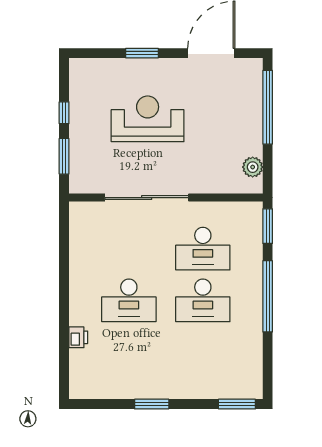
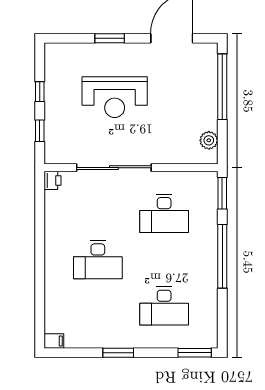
reception desk: (148, 119) -> (115, 97), turned 180
window: (64, 156) -> (40, 131), width x0.67
desk: (203, 300) -> (164, 306), moved
printer: (78, 337) -> (53, 180), moved
filing cabinet: (80, 391) -> (54, 341), added

